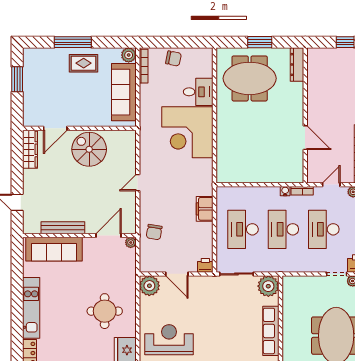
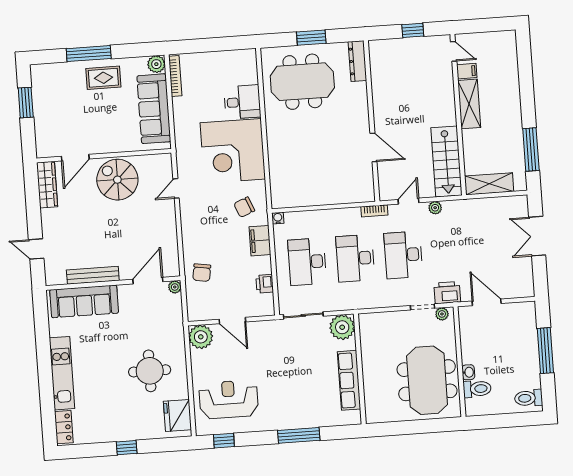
chair: (173, 58) -> (244, 207), moved, turned 147
door: (138, 183) -> (176, 188), moved
water cooler: (285, 191) -> (278, 218), moved
printer: (205, 265) -> (265, 284), moved, turned -90

